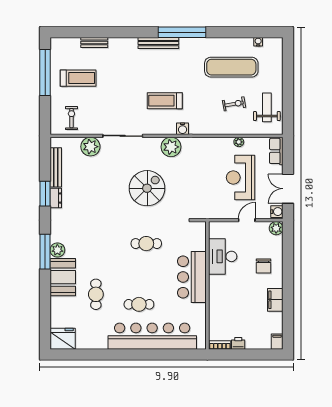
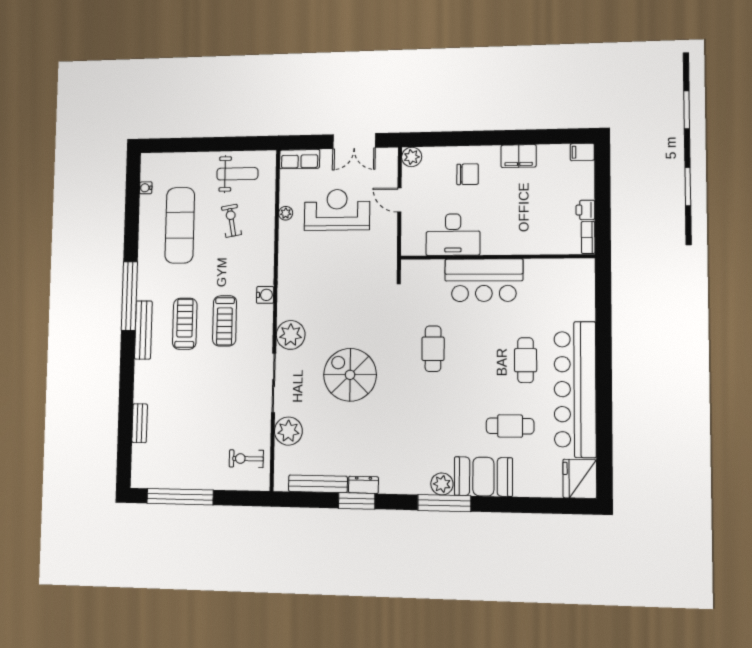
treadmill: (78, 78) -> (185, 324), moved
weight bench: (267, 107) -> (237, 174), turned 180
plant: (171, 147) -> (291, 335), moved
reception desk: (241, 177) -> (337, 210), turned 180
spiral stairs: (147, 188) -> (350, 375), moved
water cooler: (277, 212) -> (387, 156), removed
bar counter: (152, 336) -> (575, 389), moved

